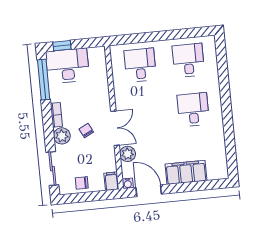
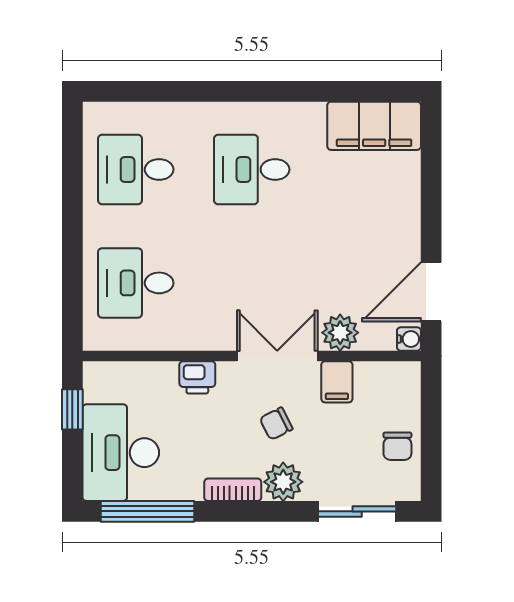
window: (62, 46) -> (72, 409), moved
printer: (103, 95) -> (197, 377), added
filing cabinet: (186, 172) -> (374, 126), moved, turned -90
filing cabinet: (111, 181) -> (337, 382), moved, turned -90

